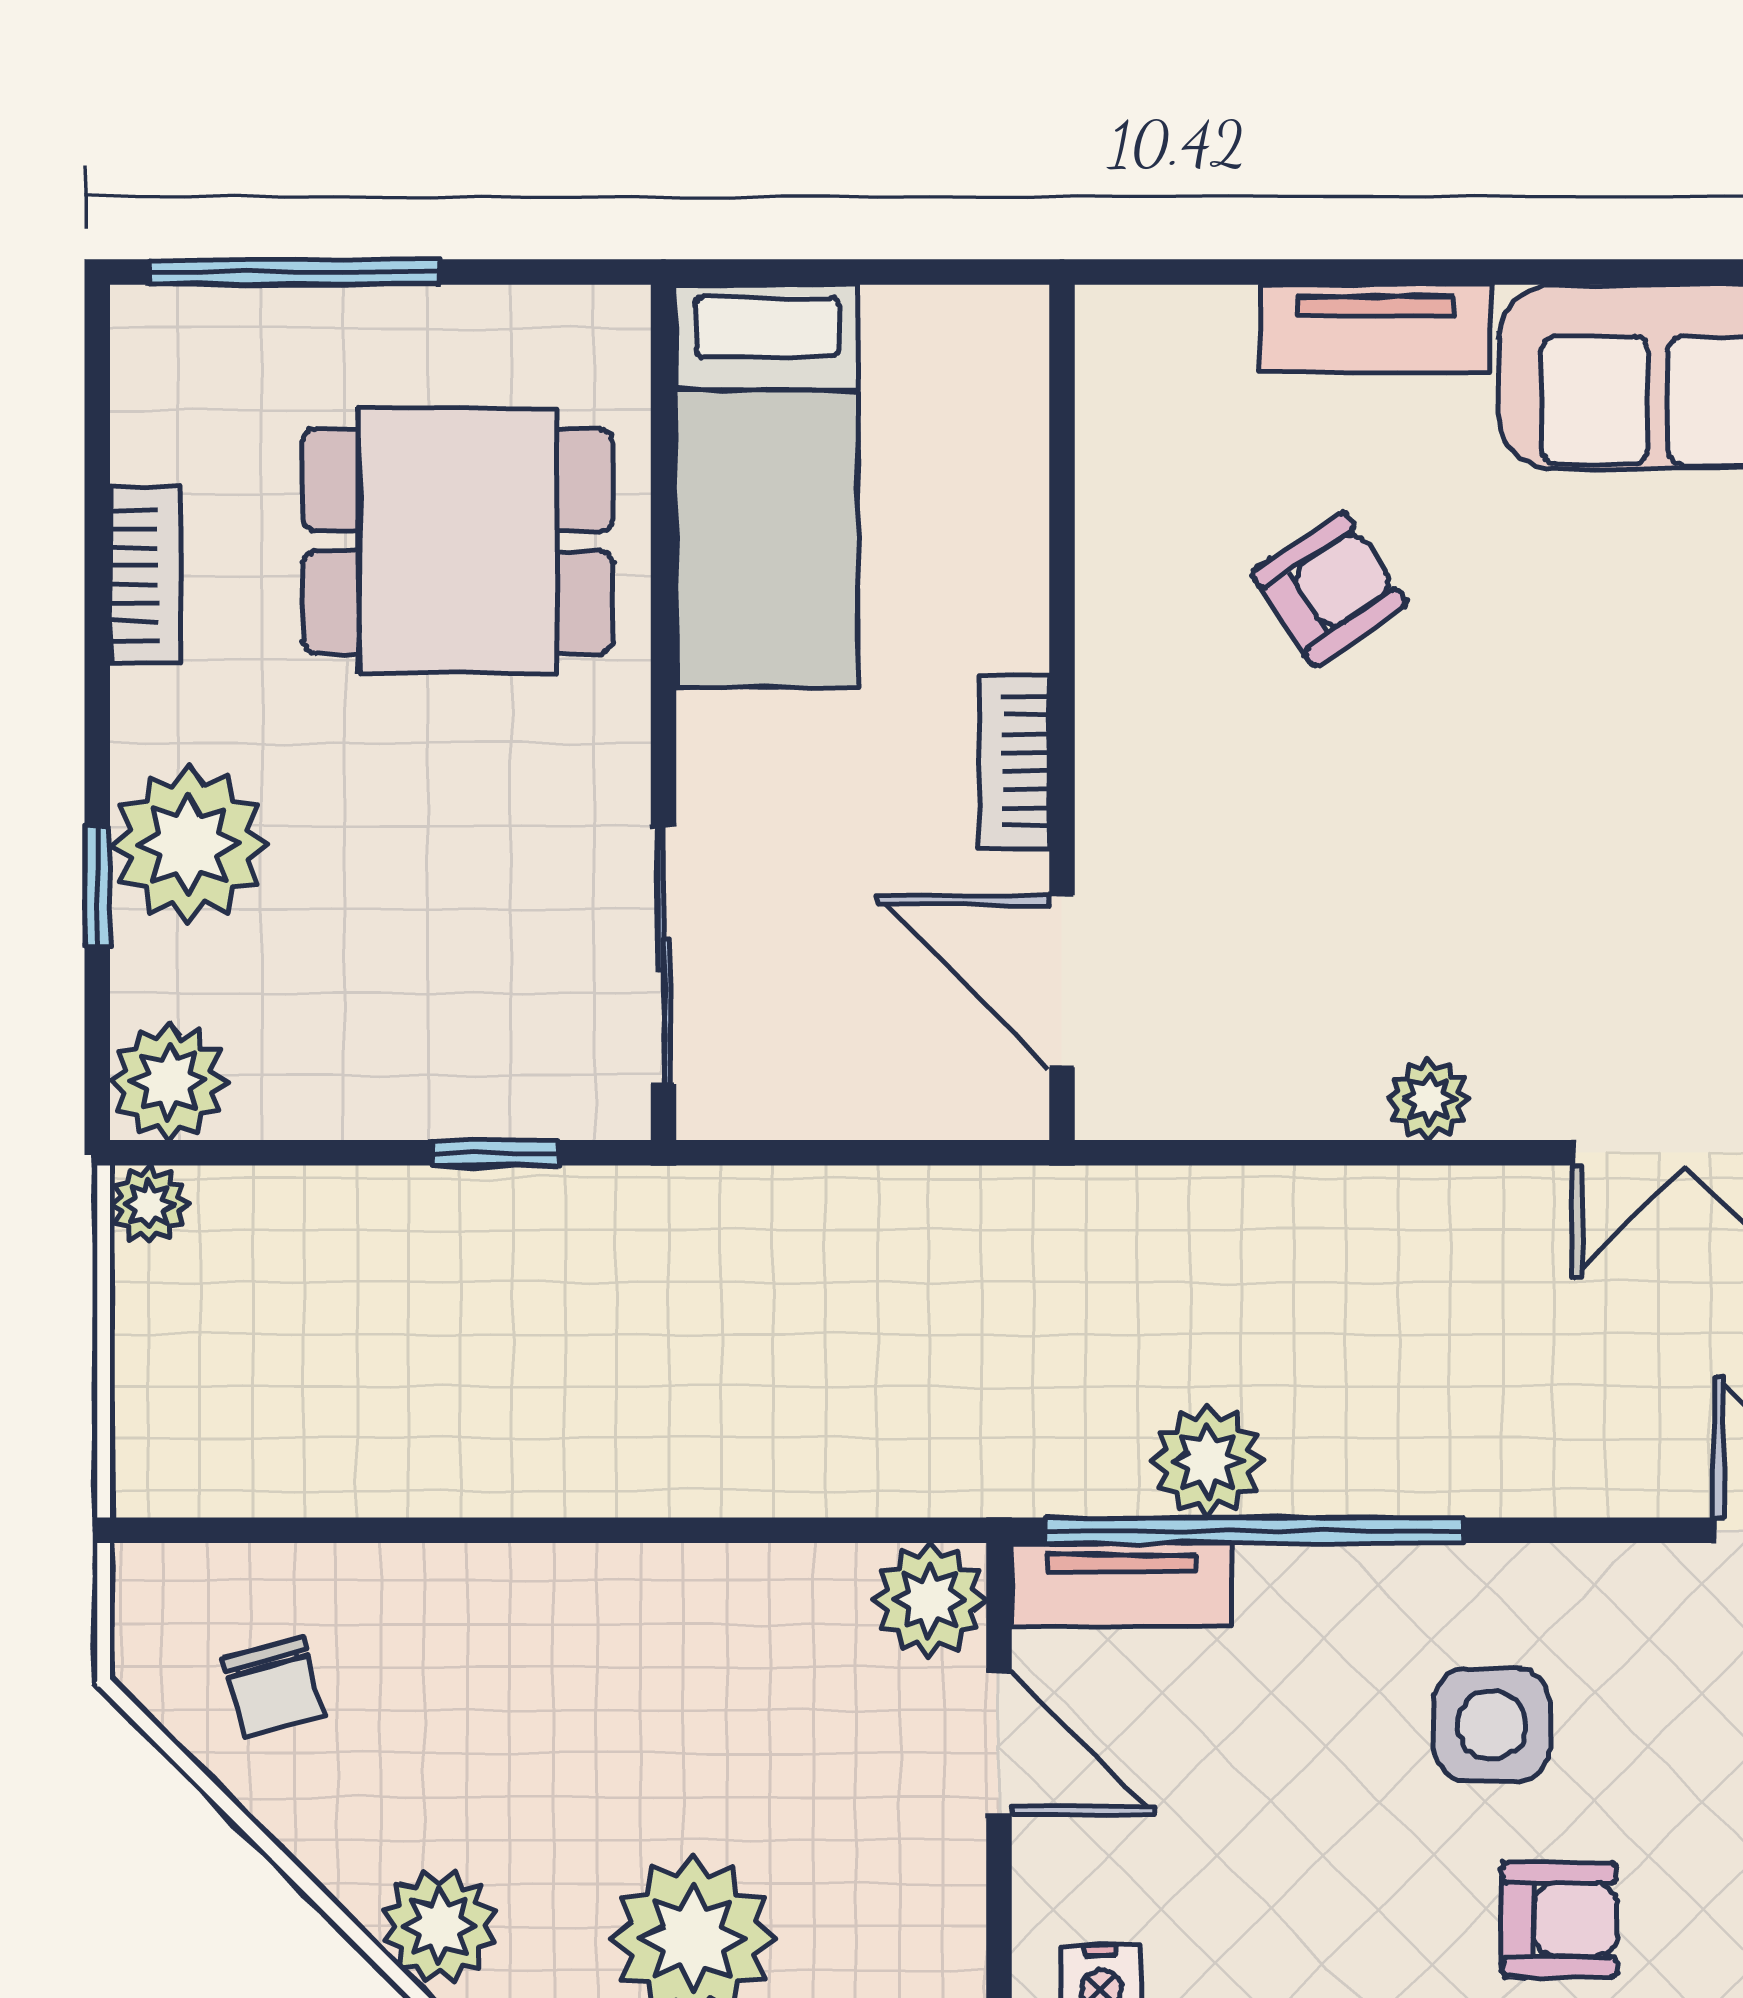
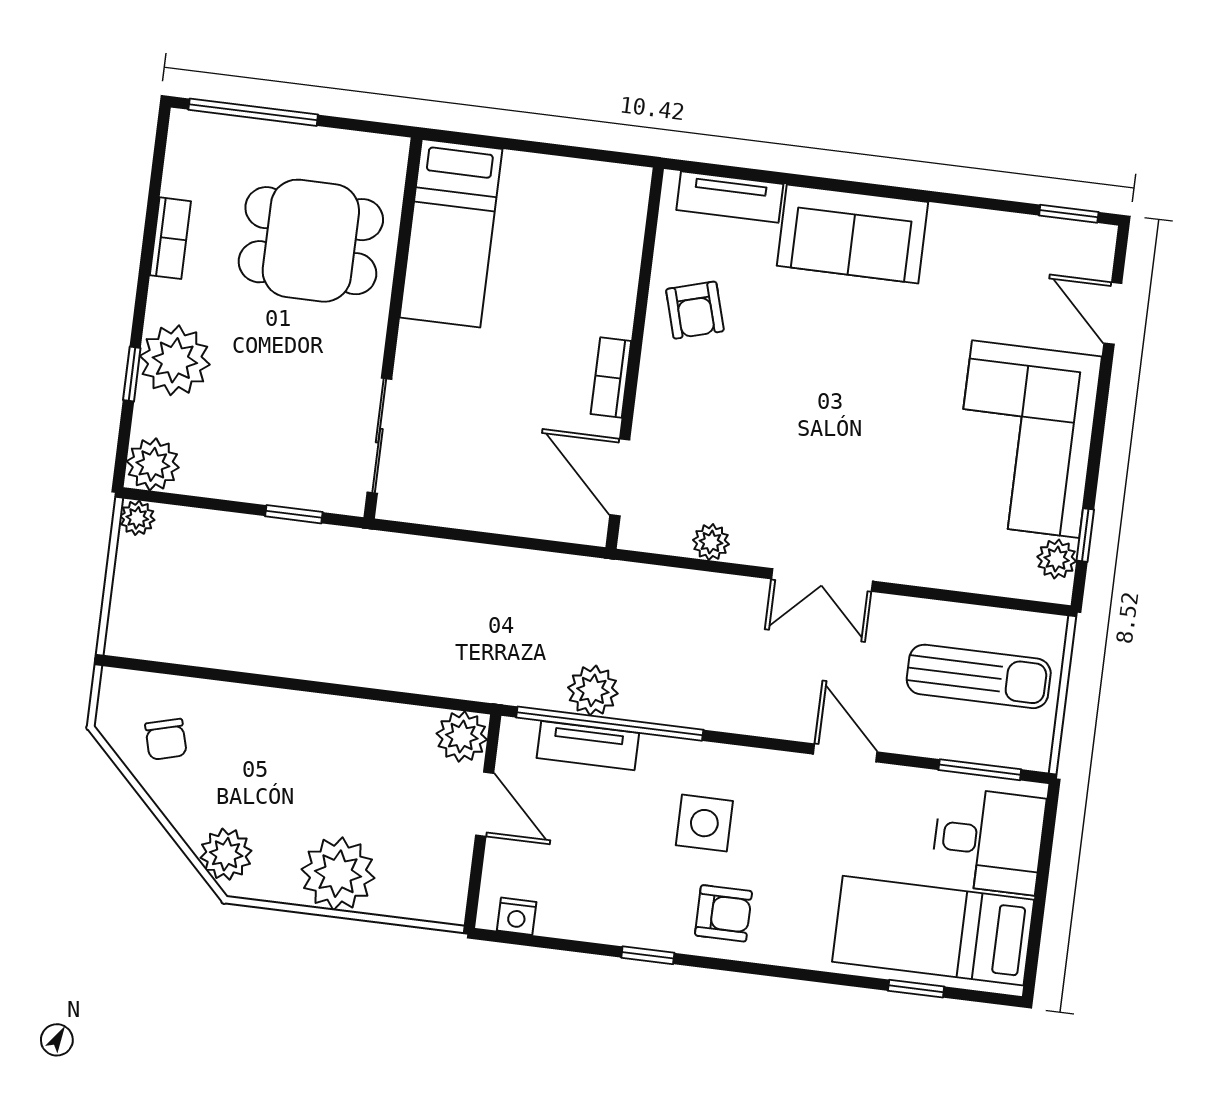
armchair: (1329, 589) -> (695, 310), turned 108
wall: (1062, 712) -> (635, 358), moved
bookcase: (1015, 762) -> (611, 377), moved
door: (1062, 981) -> (620, 477), moved
tv unit: (1122, 1585) -> (588, 746), moved

